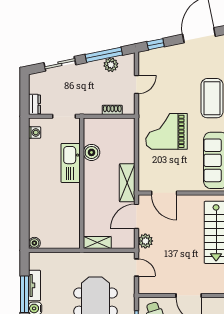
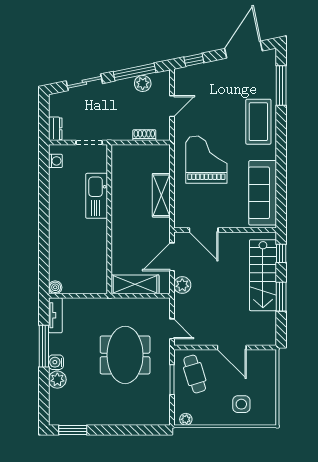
grand piano: (166, 131) -> (206, 160), turned 90
boiler: (91, 152) -> (121, 184), removed
shelving: (127, 183) -> (161, 195), moved
shelving: (97, 243) -> (135, 284), width x1.50, depth x1.33
door: (136, 267) -> (172, 329), moved
tv unit: (35, 285) -> (55, 315), moved

